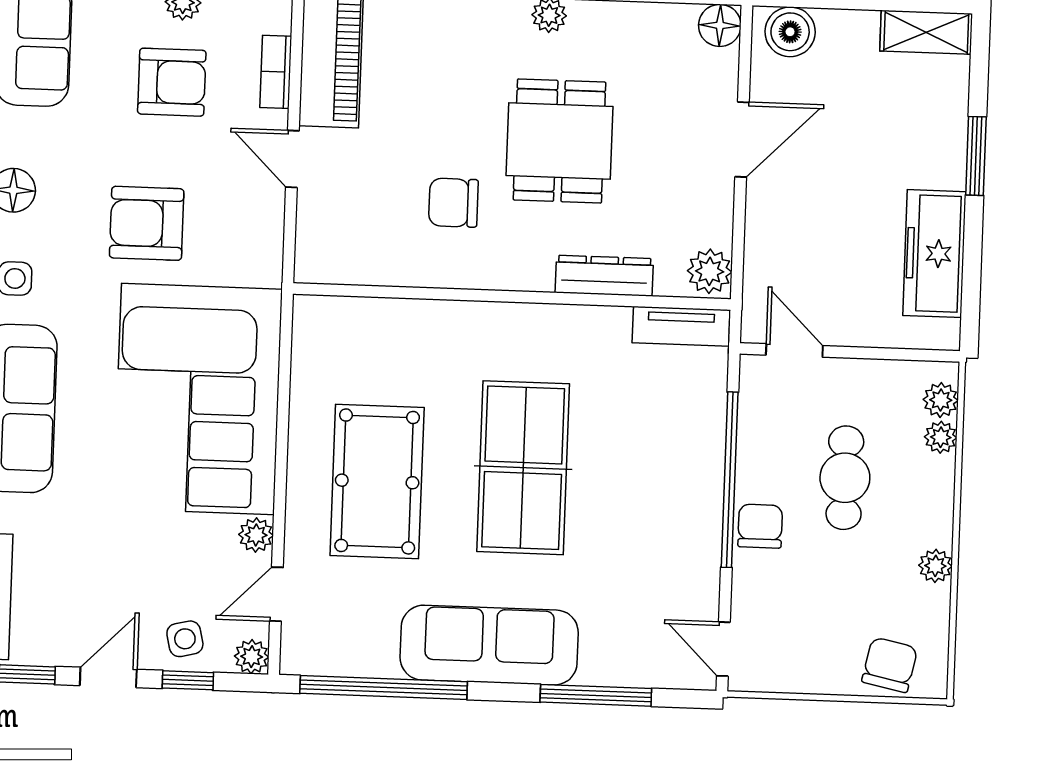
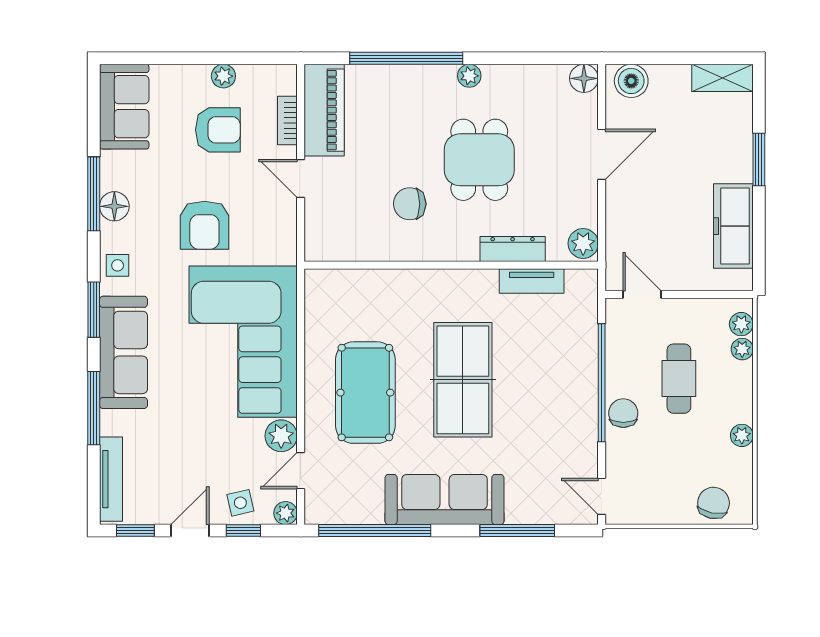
armchair: (147, 223) -> (204, 225), turned -90
tv unit: (681, 326) -> (532, 281), moved
plant: (256, 535) -> (281, 436), width x1.38, depth x1.38

